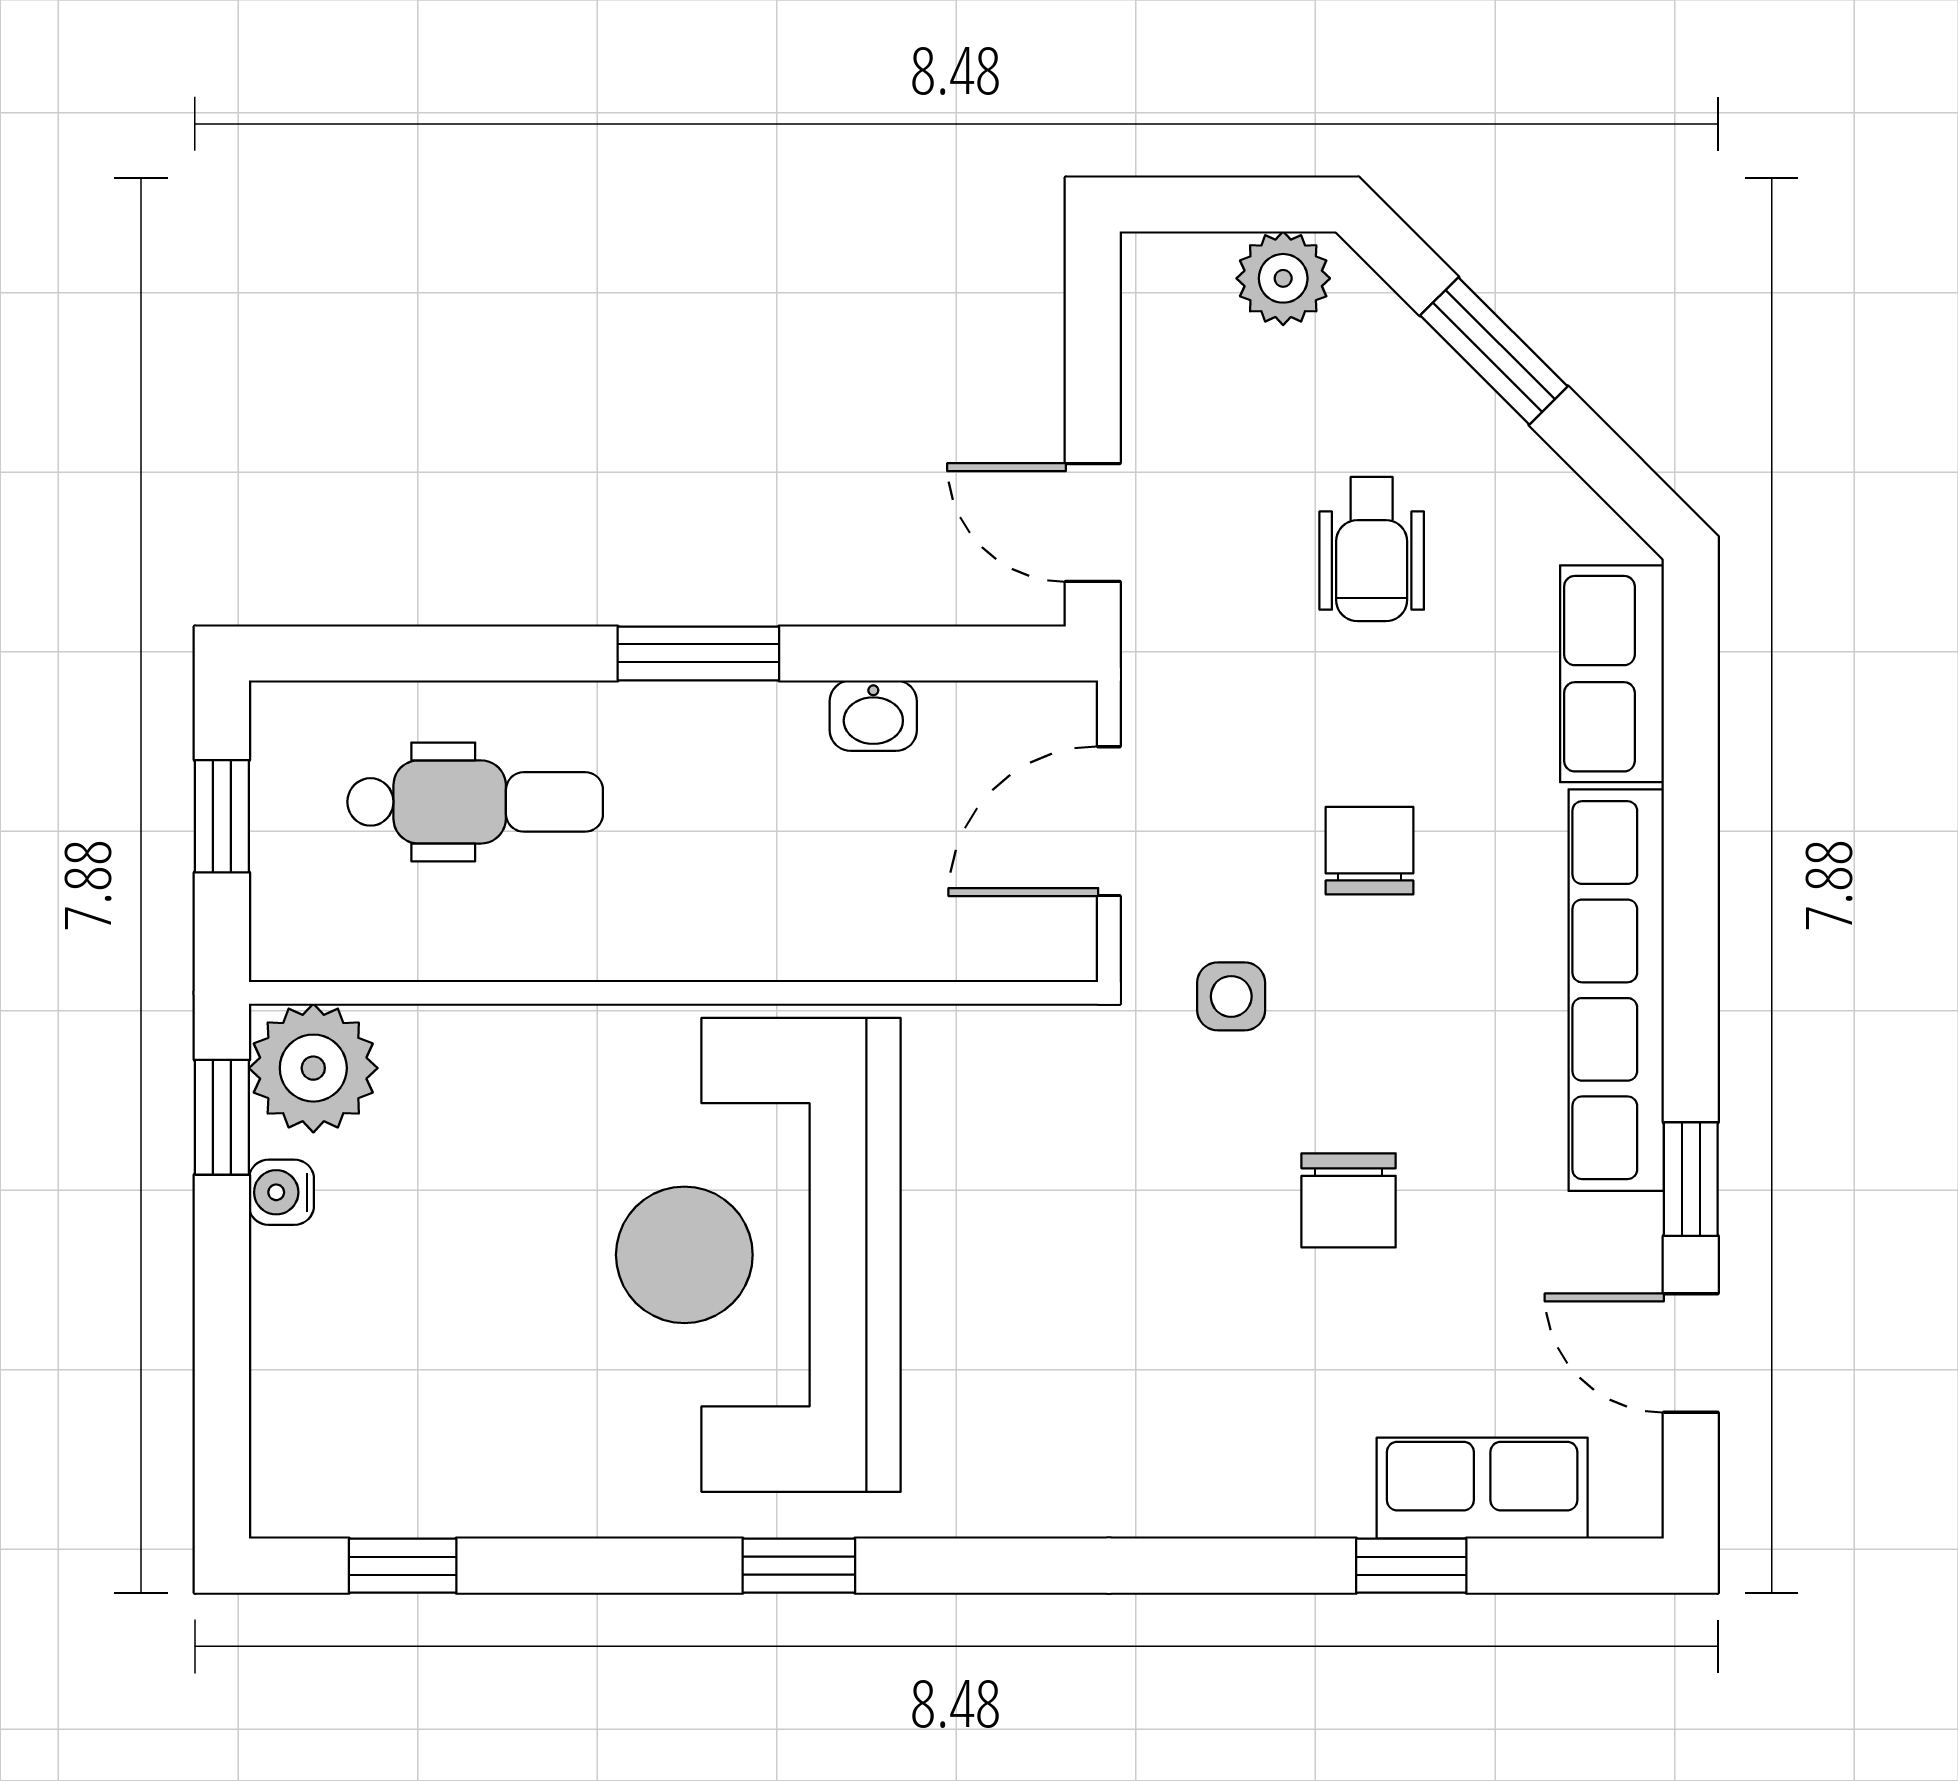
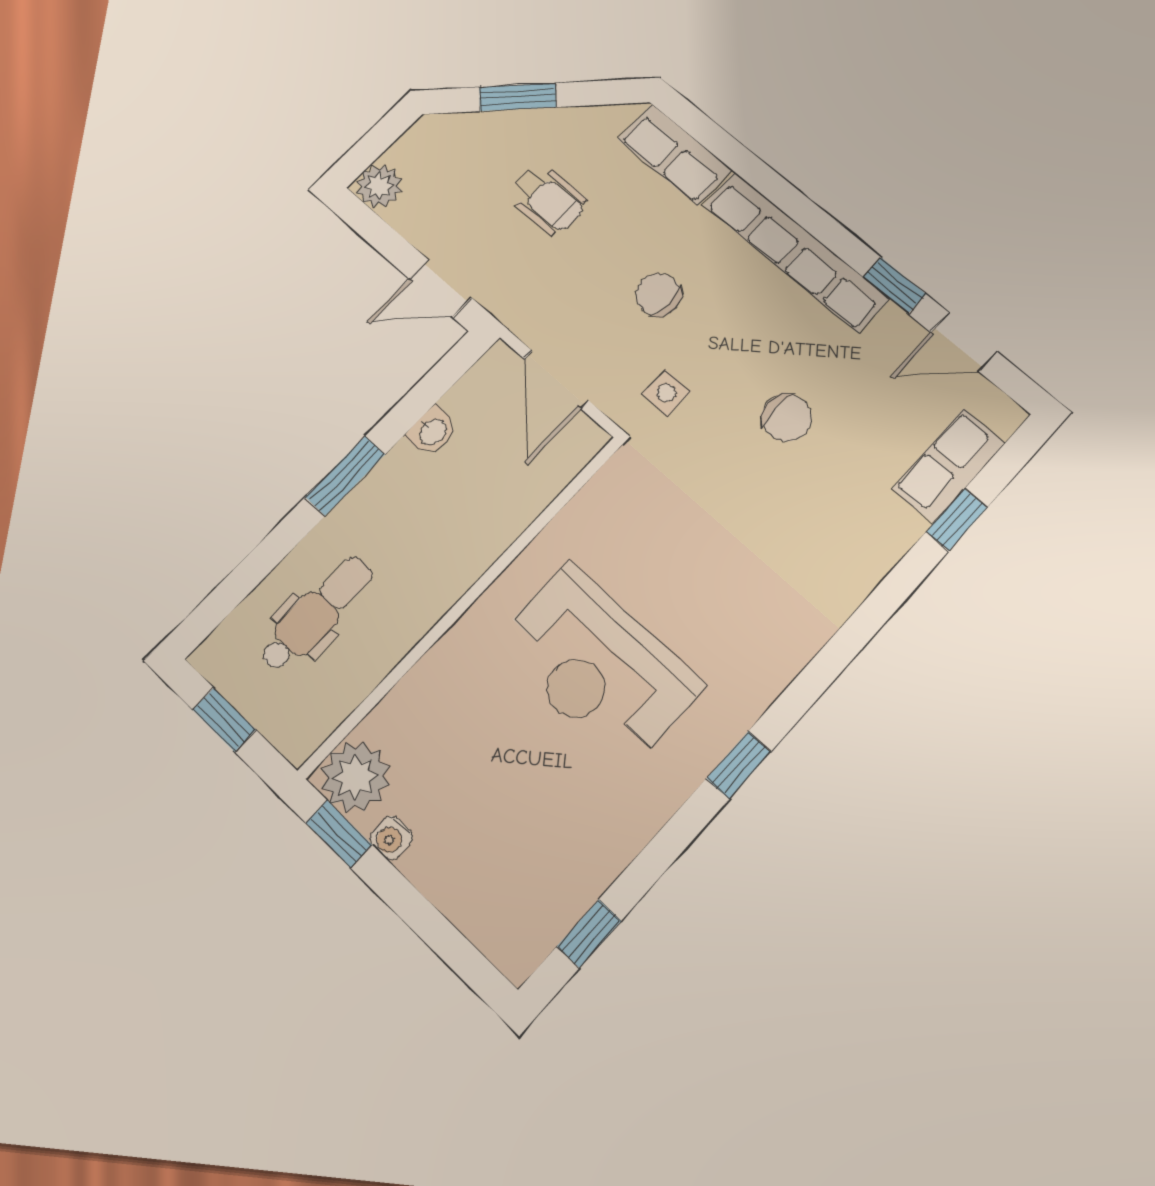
plant: (1283, 278) -> (379, 186), moved
reception desk: (758, 1255) -> (597, 665), width x0.74, depth x0.77

